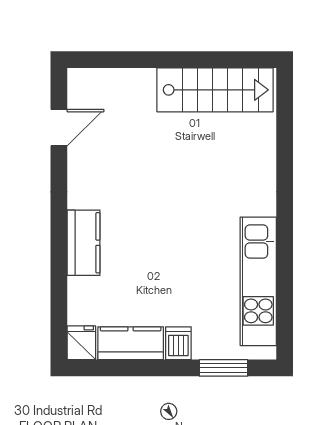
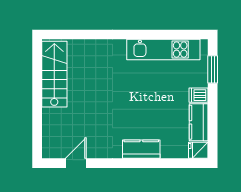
door: (59, 128) -> (76, 163), hinge flipped

